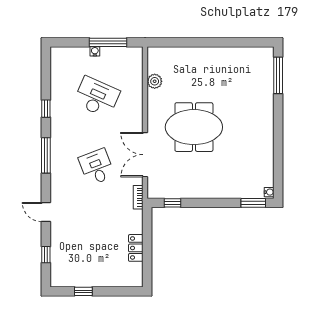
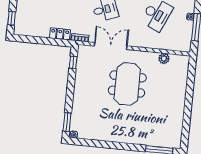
locker: (136, 248) -> (60, 34), moved
window: (121, 291) -> (12, 18), added

